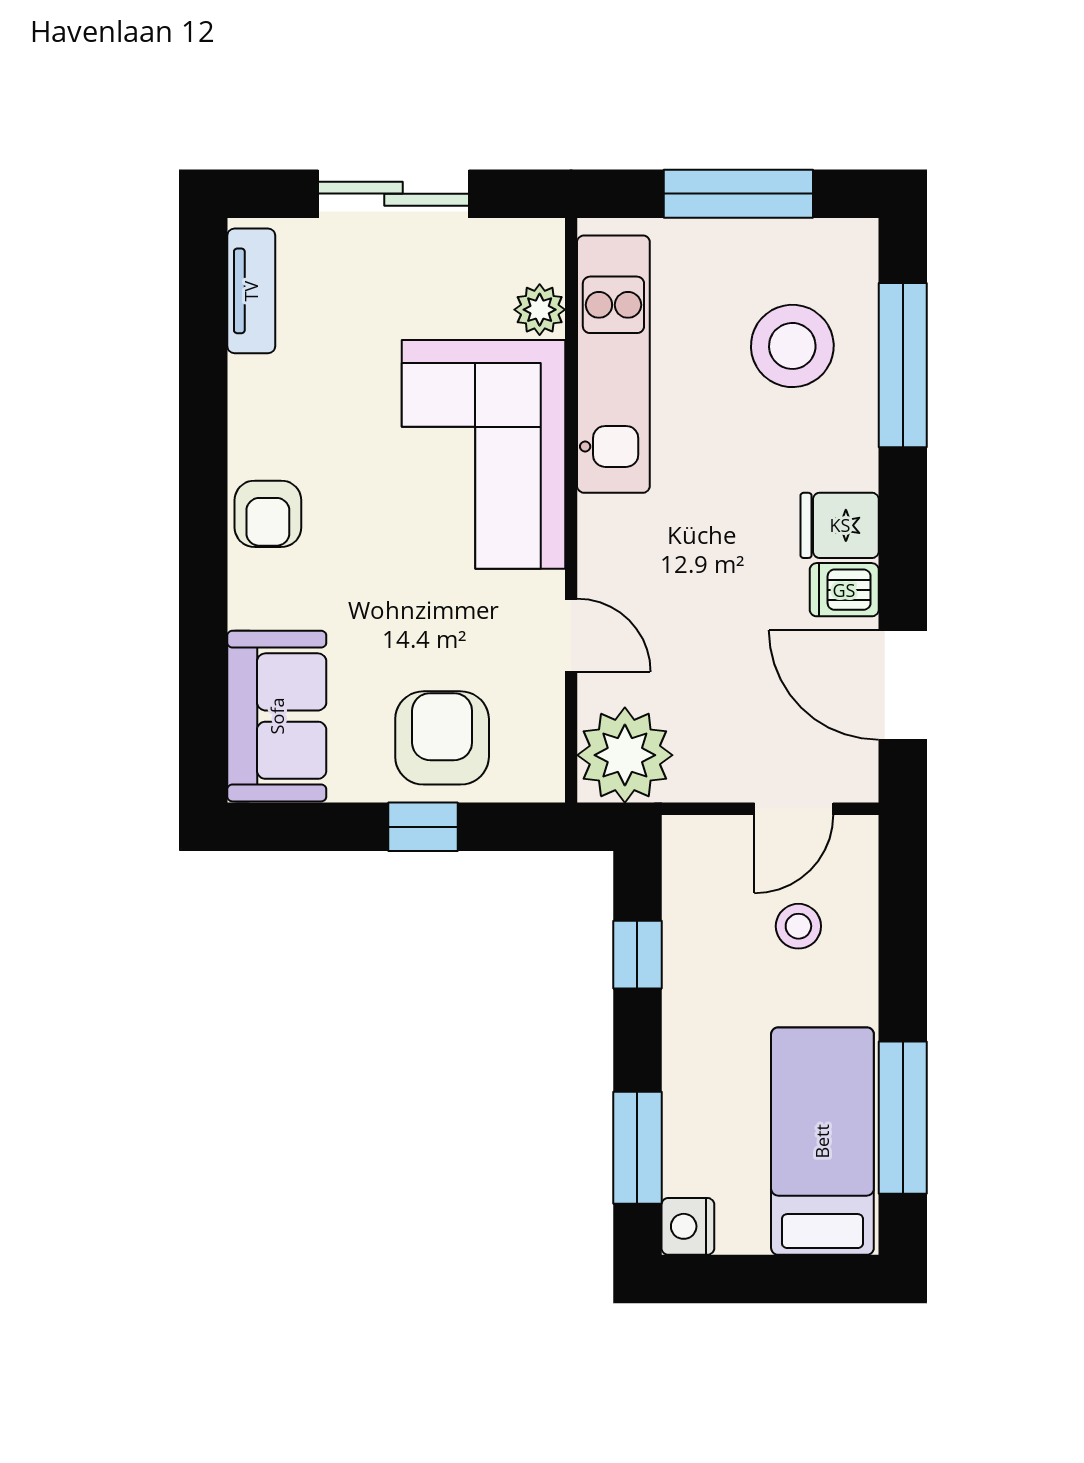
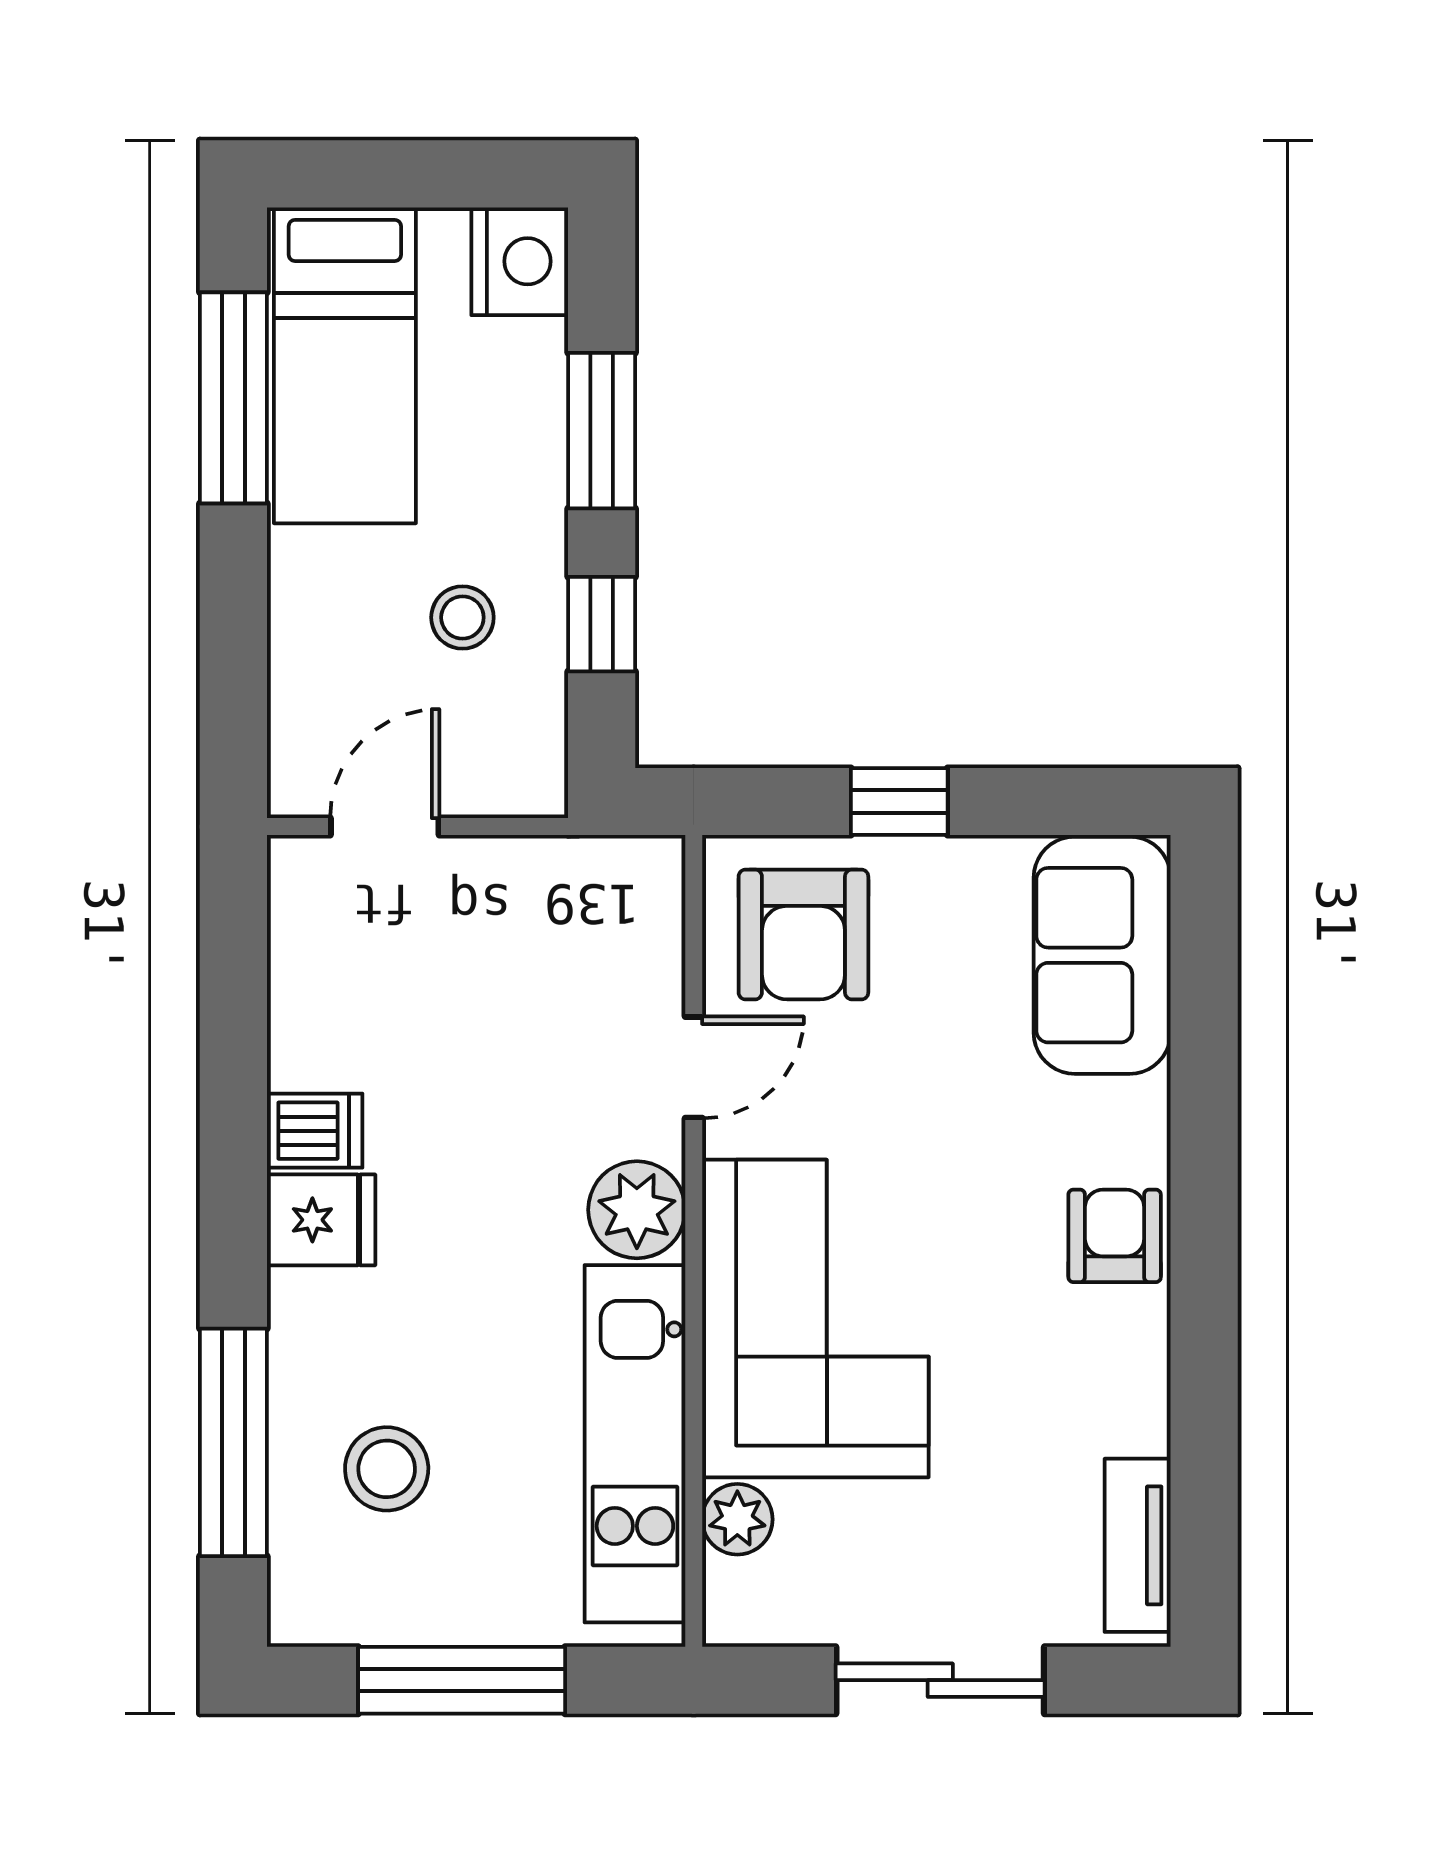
stool: (792, 346) -> (387, 1469), width x0.73, depth x0.73
door: (571, 635) -> (694, 1067), swing flipped
door: (903, 685) -> (233, 998), removed
armchair: (442, 738) -> (803, 935), moved
plant: (625, 755) -> (637, 1210), moved, width x0.73, depth x0.73
stool: (798, 926) -> (462, 617), moved
window: (637, 1148) -> (602, 431), moved
nightstand: (688, 1226) -> (520, 261), width x1.36, depth x1.33

